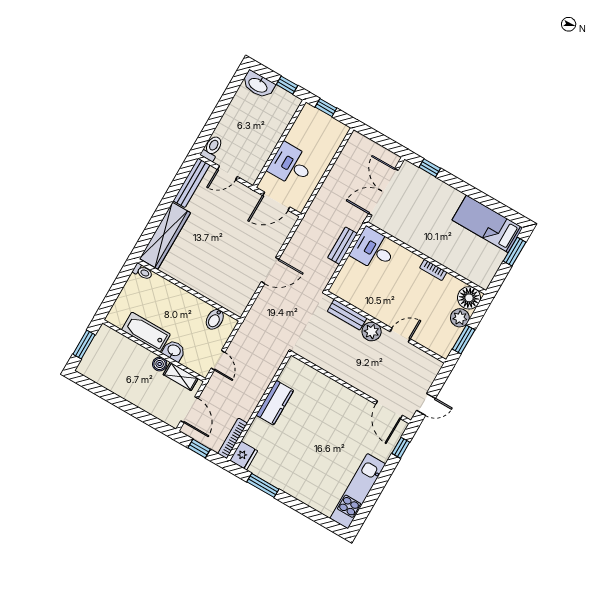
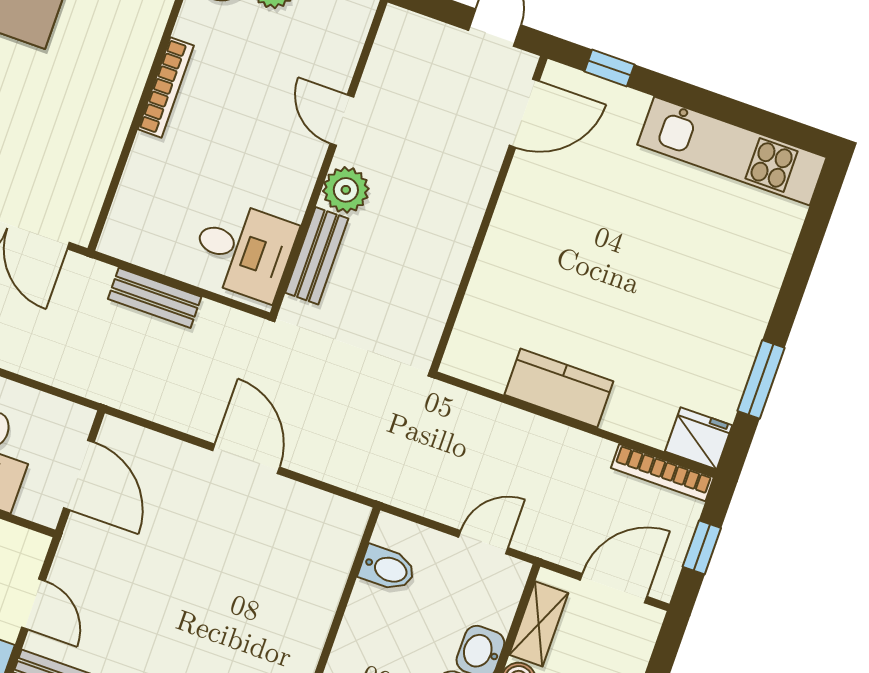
desk: (374, 250) -> (243, 250), moved, turned -90
bookcase: (433, 270) -> (166, 87), width x1.56

